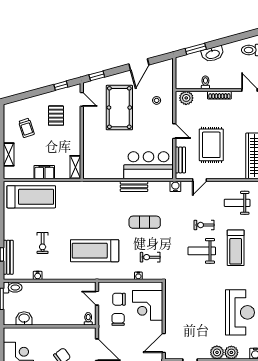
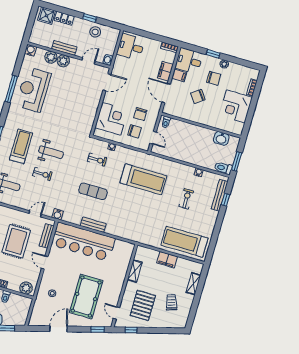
pallet: (56, 116) -> (143, 305), width x1.50, depth x1.42
bar counter: (148, 165) -> (83, 242), width x1.36
shelving: (75, 167) -> (135, 271), moved

